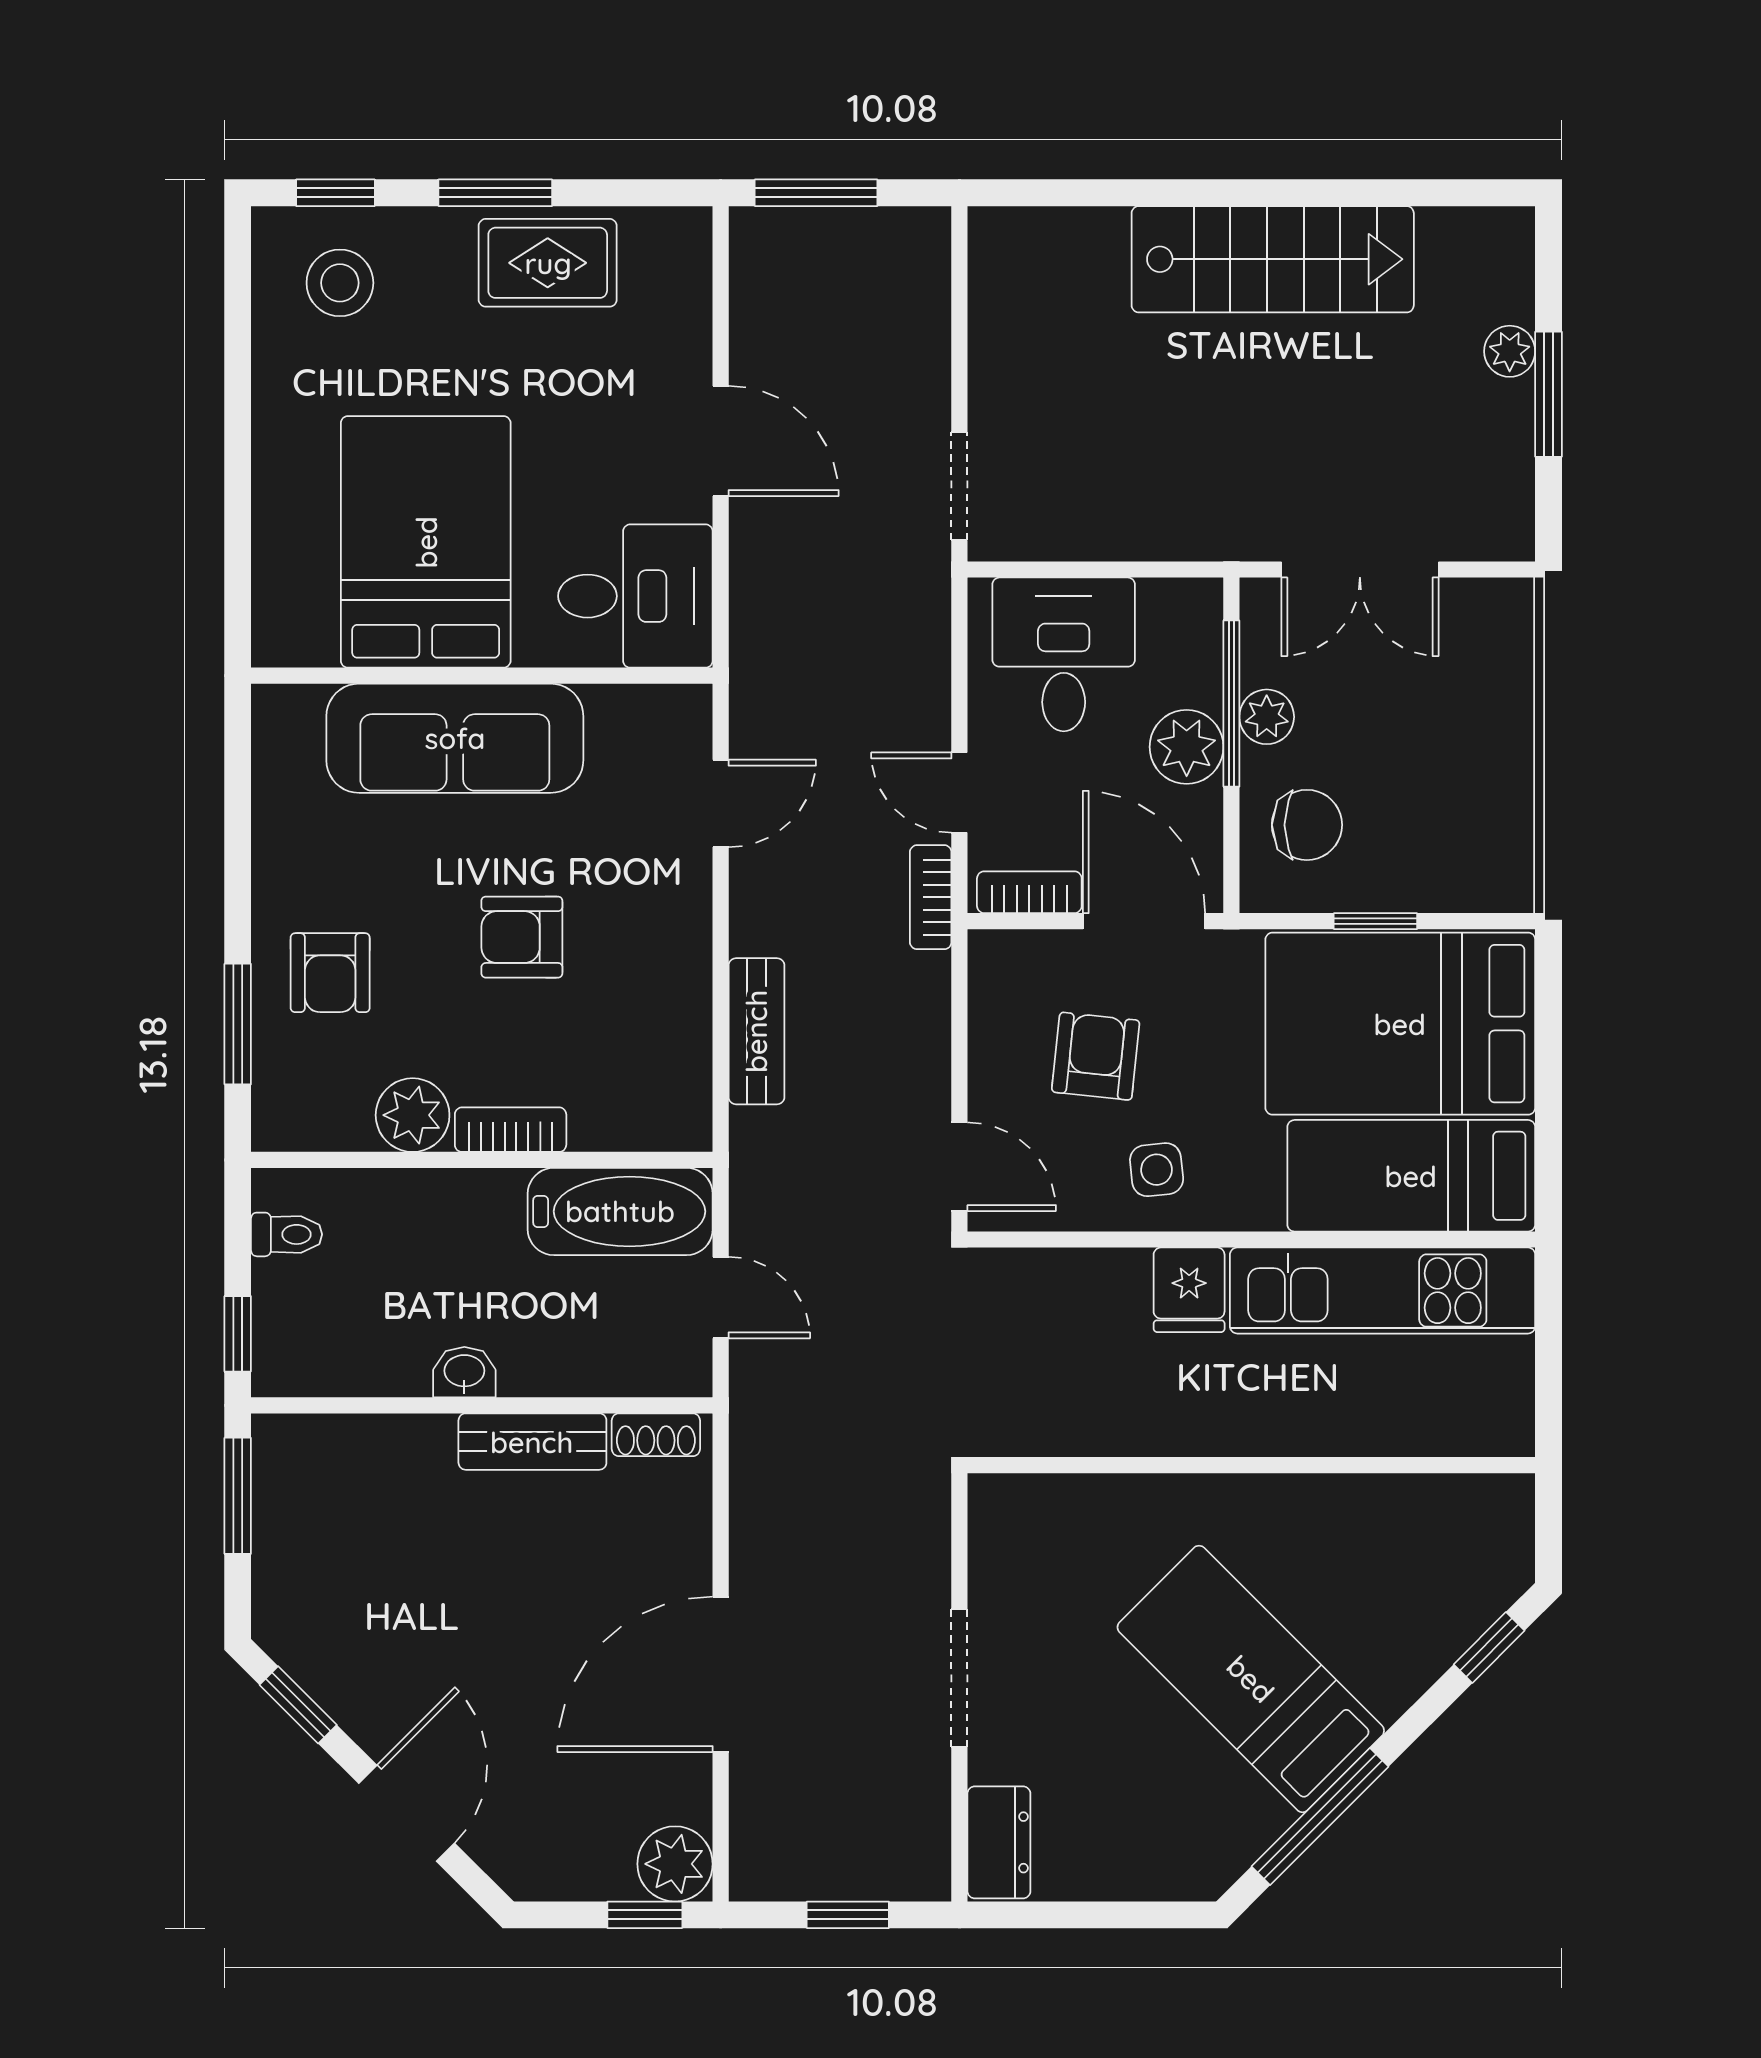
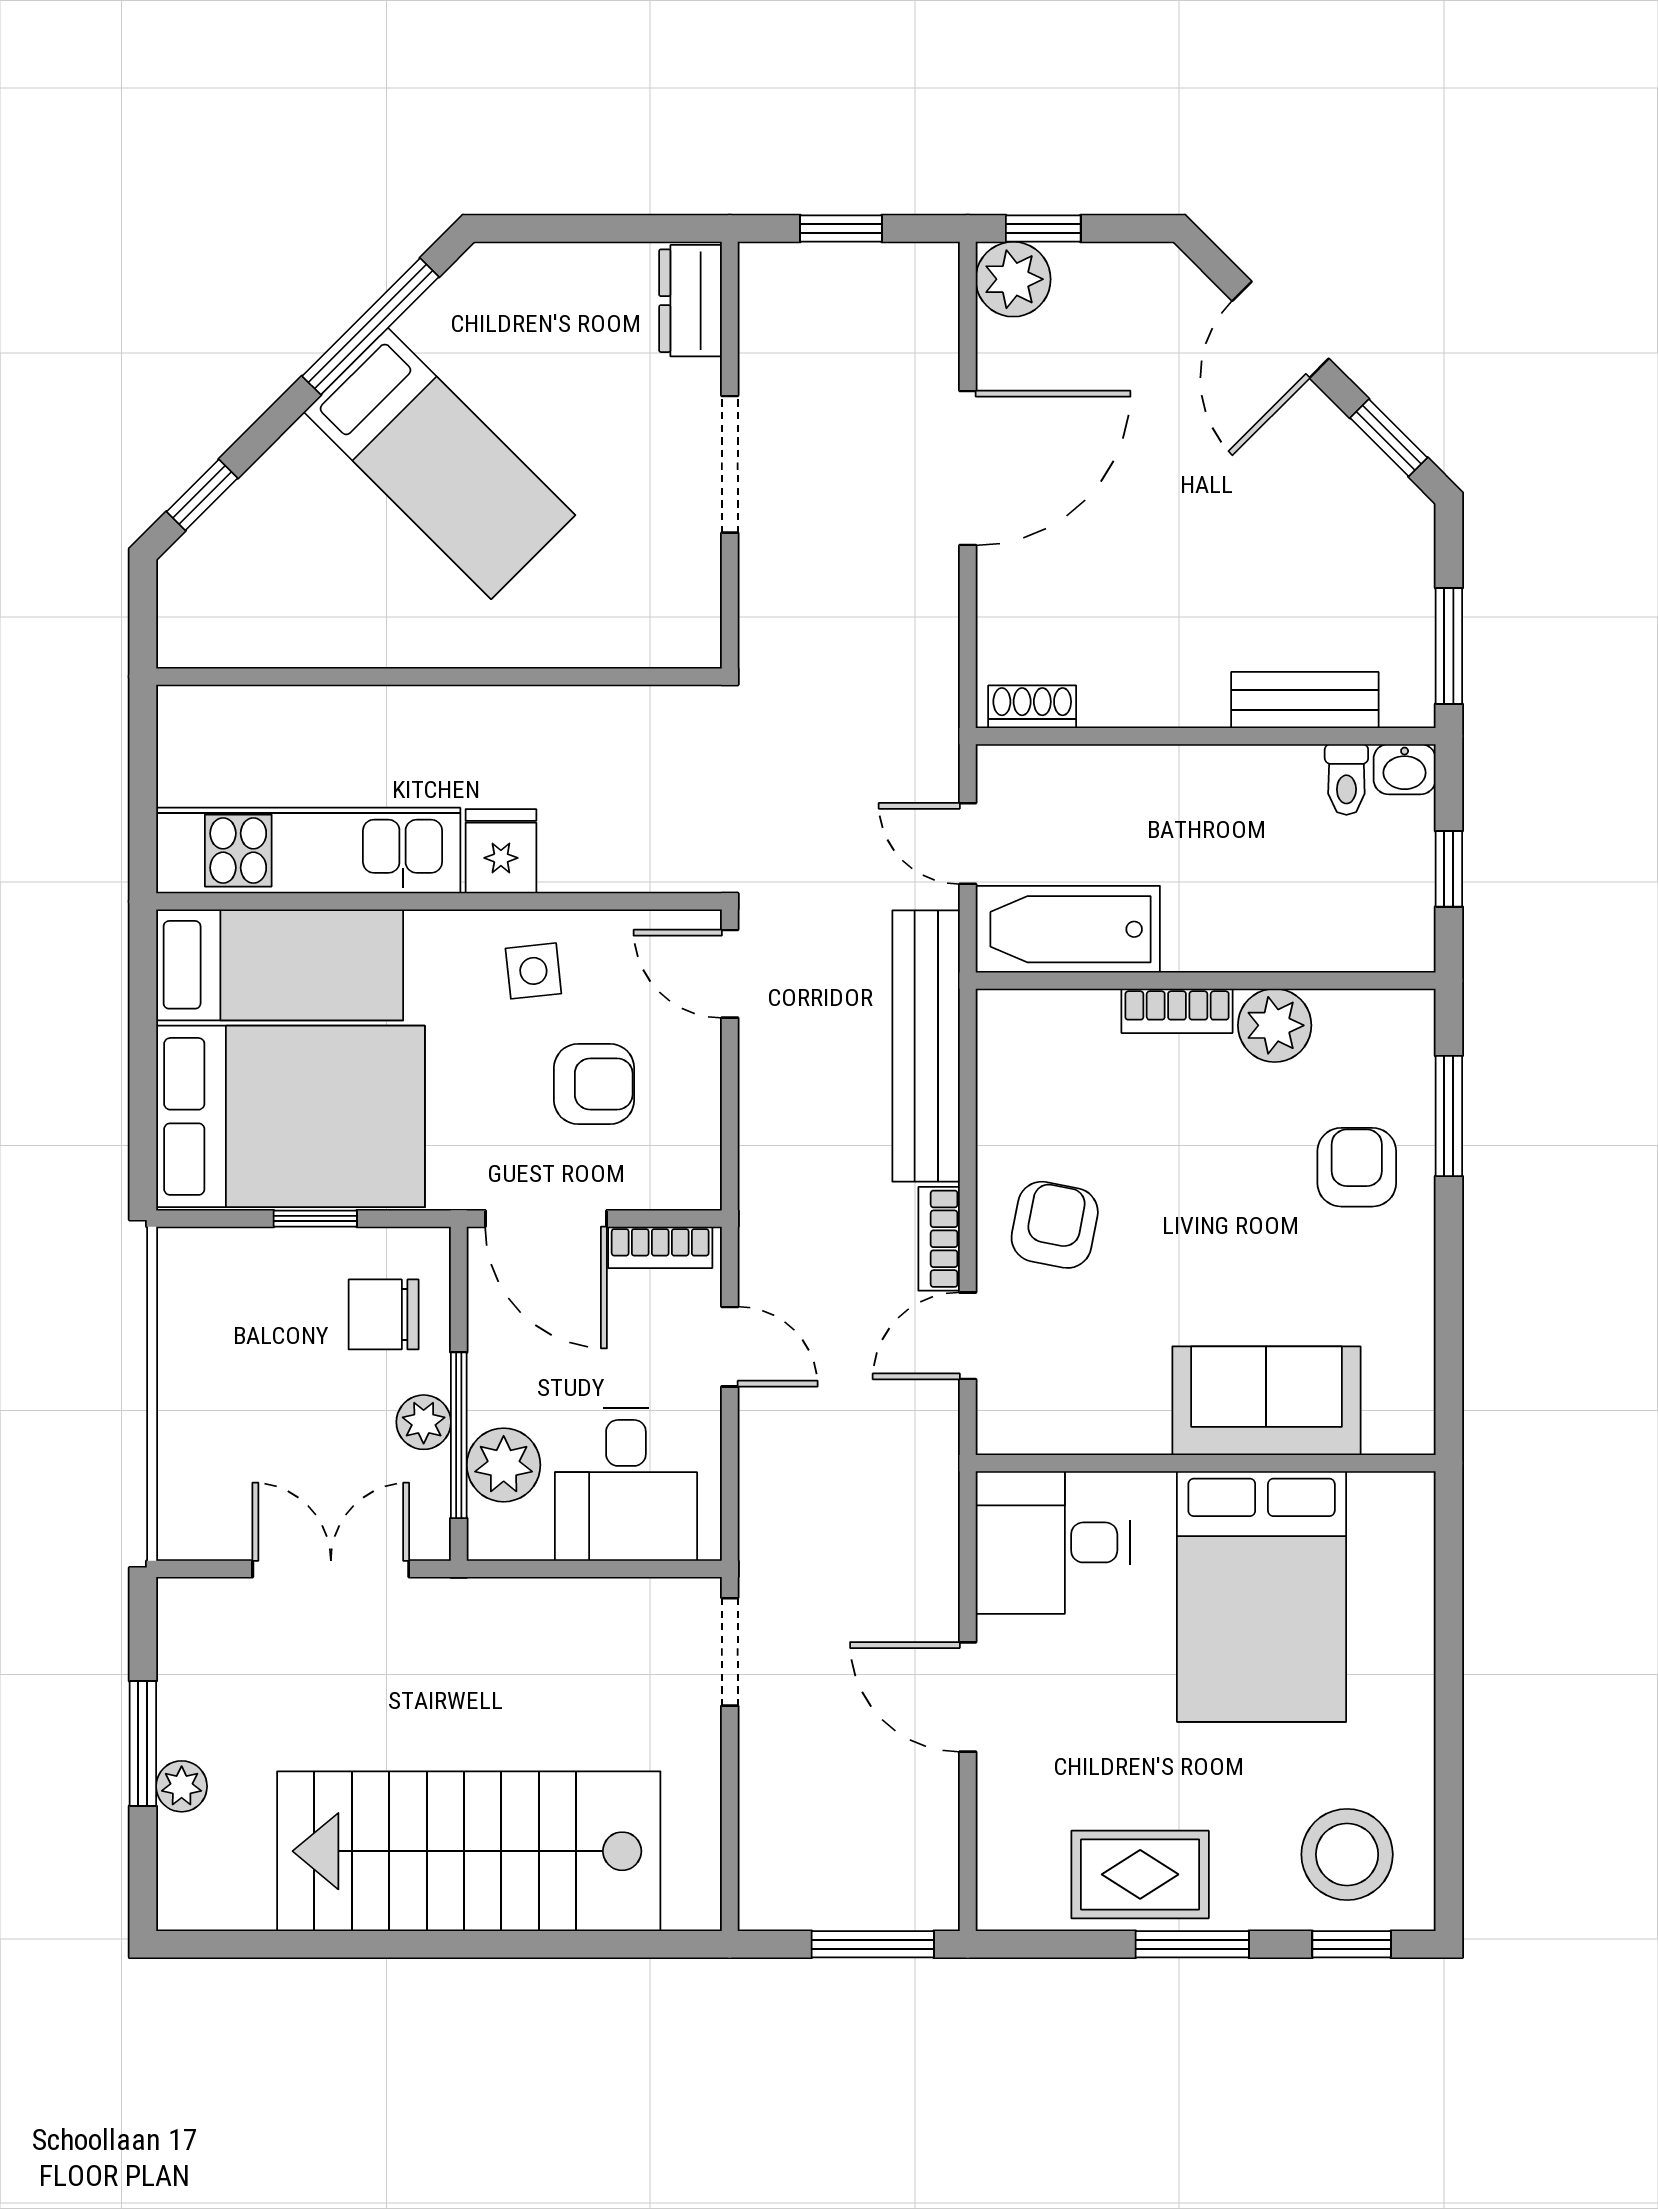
stairs: (1273, 259) -> (469, 1851), width x1.36, depth x1.51
stool: (340, 283) -> (1347, 1854), width x1.38, depth x1.38
sofa: (455, 738) -> (1266, 1401), width x0.73
plant: (1187, 747) -> (504, 1465), moved
bookcase: (931, 897) -> (939, 1239), moved, turned 180
armchair: (522, 937) -> (1055, 1225), moved, turned -79
bench: (756, 1031) -> (926, 1046), width x1.86, depth x1.21
armchair: (1096, 1056) -> (594, 1084), turned -96
toilet: (287, 1234) -> (1346, 779), moved, turned -90
window: (238, 1334) -> (1449, 869), moved
washbasin: (464, 1372) -> (1405, 769), moved
bench: (532, 1442) -> (1305, 700), moved

